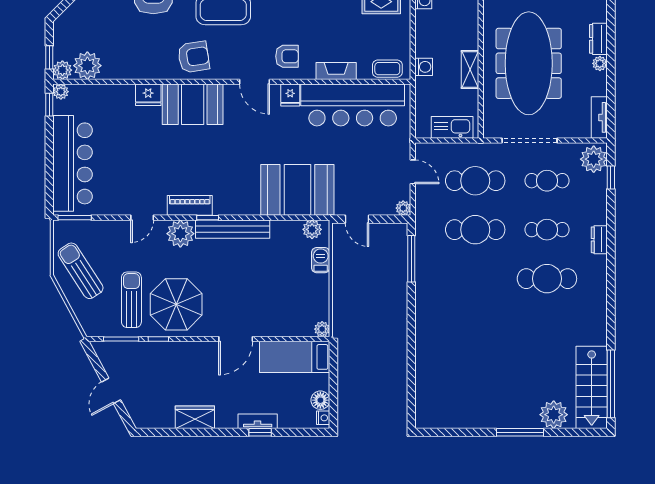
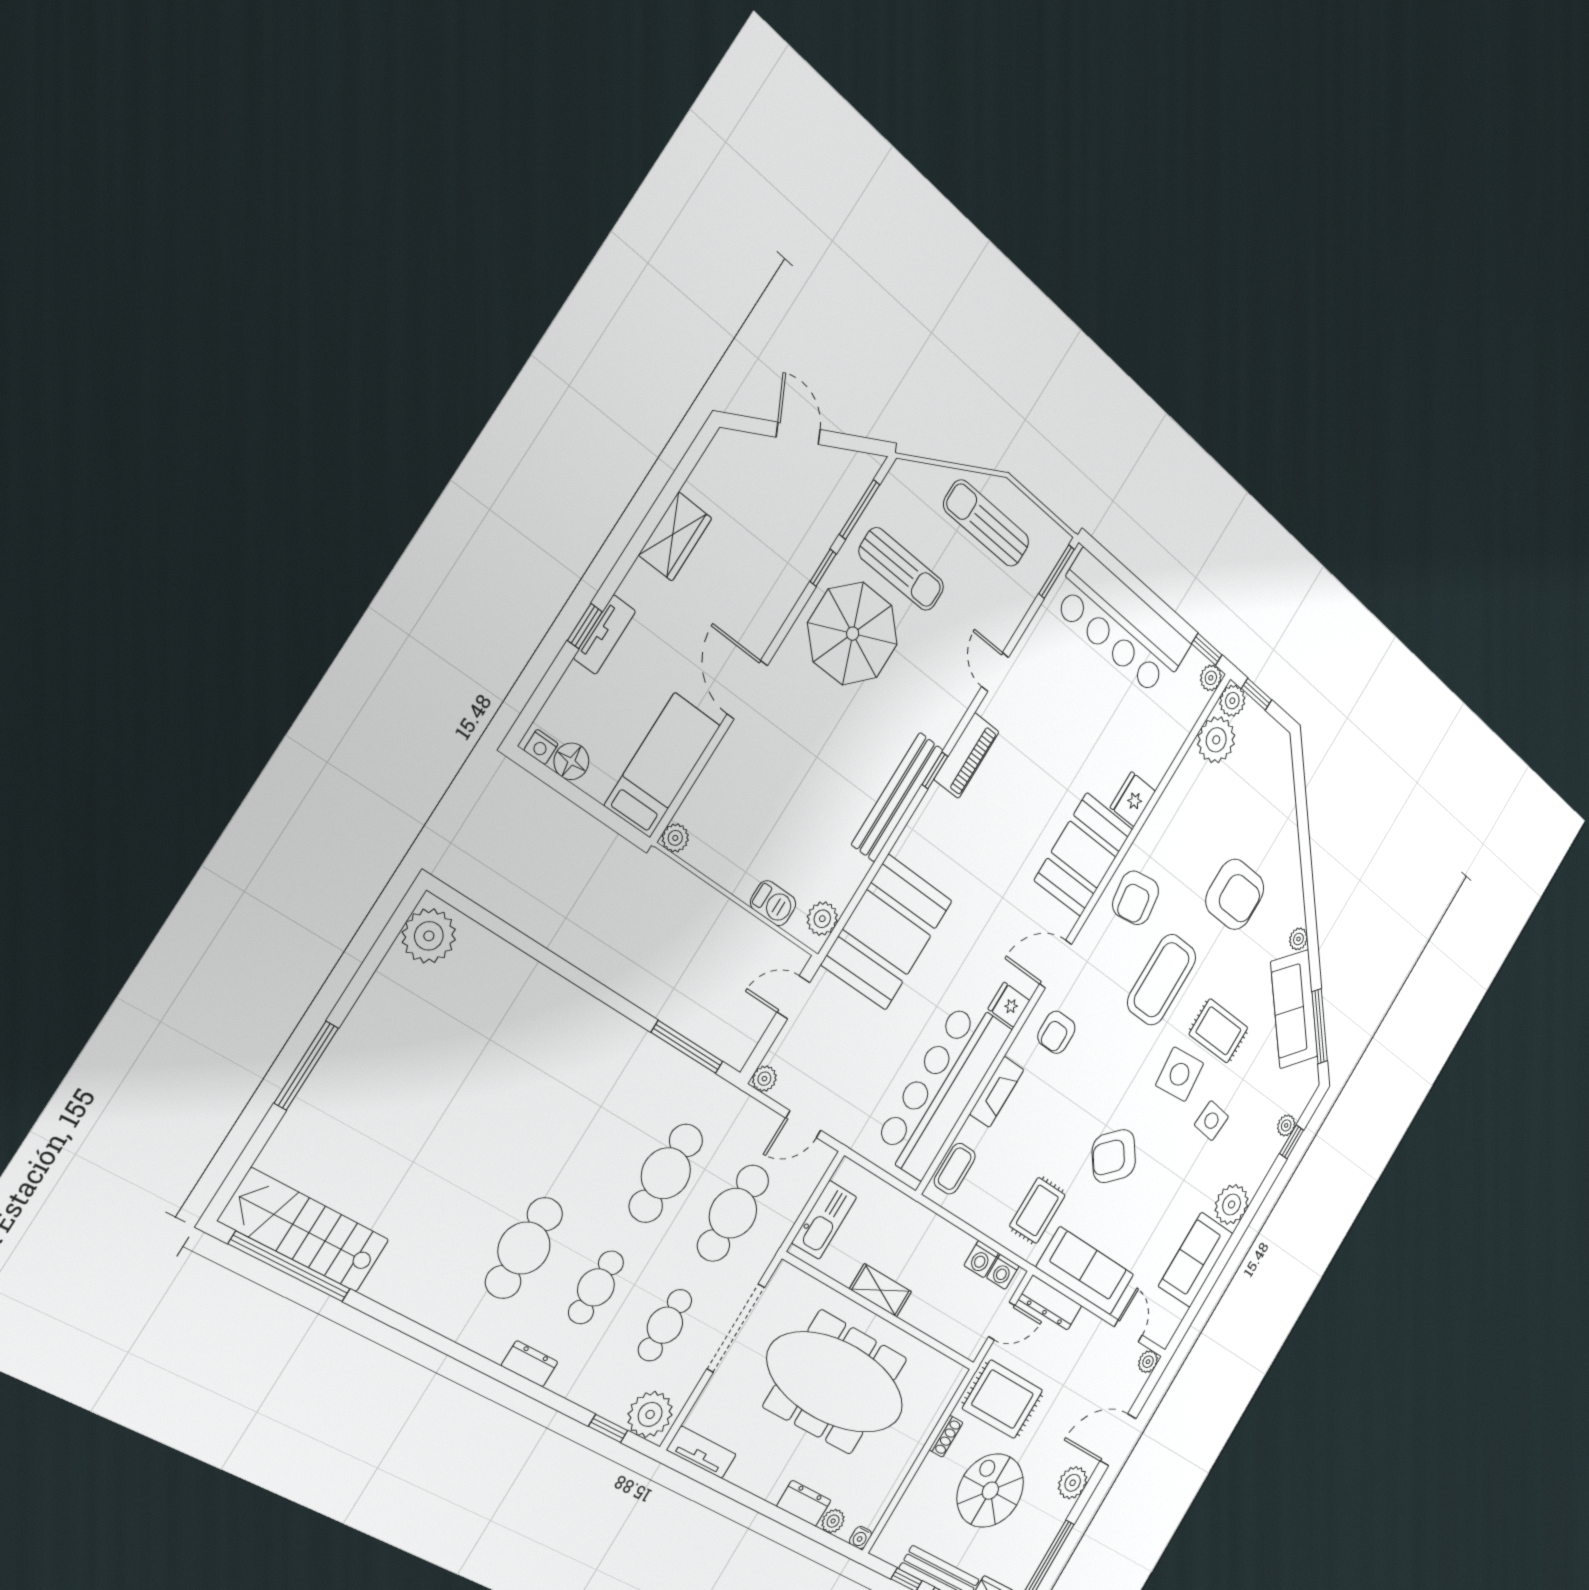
plant: (600, 63) -> (833, 1521), moved
washing machine: (424, 67) -> (981, 1259), moved
plant: (180, 234) -> (940, 714), removed
sun lounger: (81, 271) -> (986, 523), turned -147
plant: (554, 415) -> (429, 936), moved

